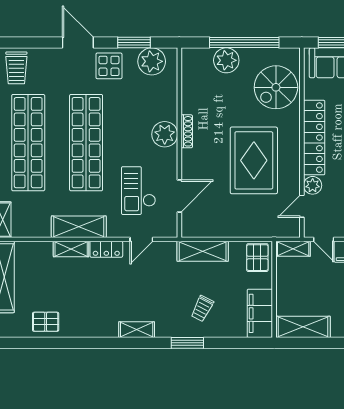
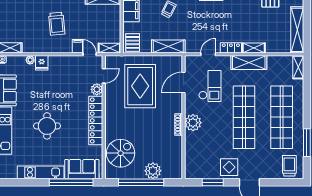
plant: (152, 61) -> (201, 170), removed
rug: (254, 160) -> (140, 86), moved

